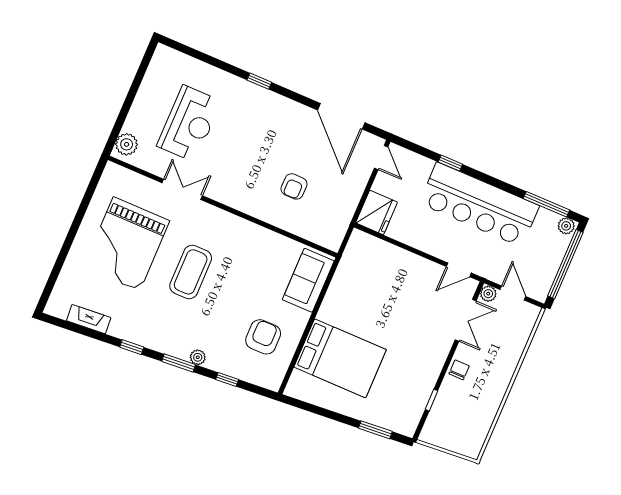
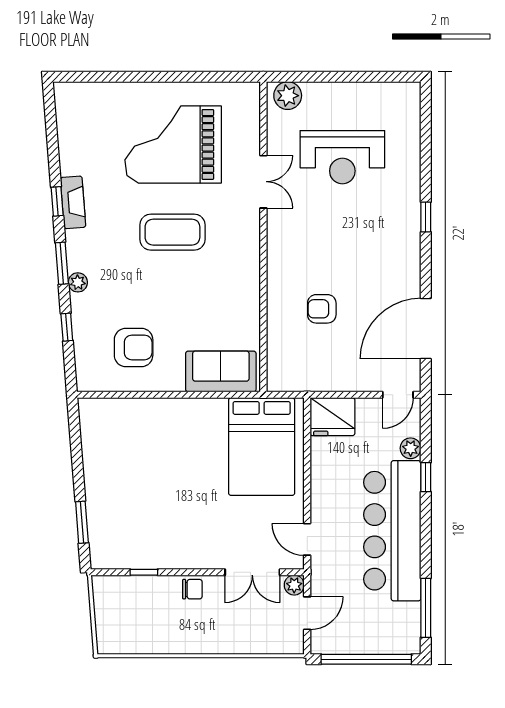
plant: (566, 226) -> (411, 448), moved
fireplace: (89, 319) -> (73, 202), moved
bed: (340, 358) -> (262, 447), moved

